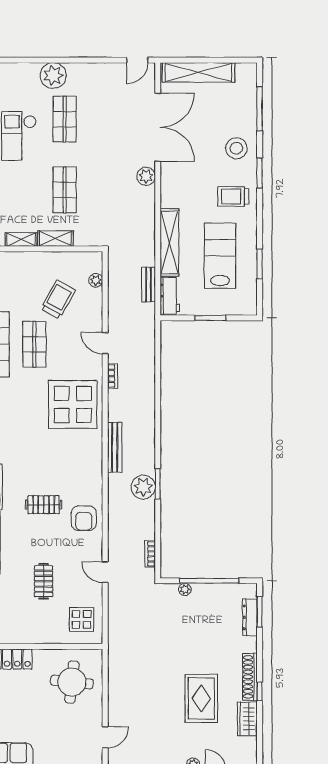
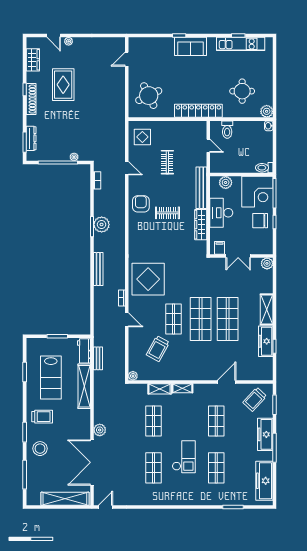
plant: (53, 75) -> (161, 497), removed
plant: (96, 280) -> (133, 376), moved
bench: (115, 447) -> (98, 269), moved
round table: (72, 682) -> (149, 96), turned -32
wardrobe: (247, 719) -> (33, 60), moved

